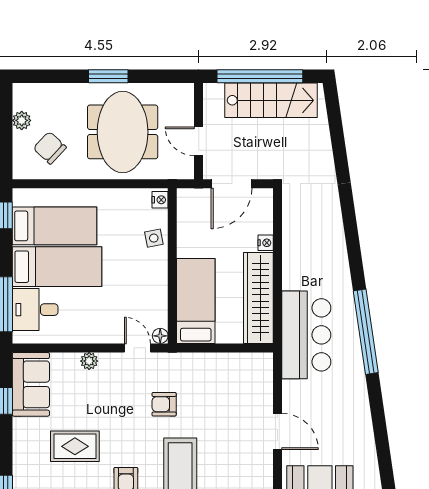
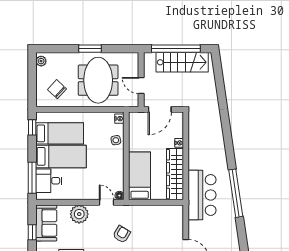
plant: (22, 120) -> (41, 61), moved
plant: (89, 361) -> (79, 214), width x1.87, depth x1.87
armchair: (164, 404) -> (122, 234), turned 121

